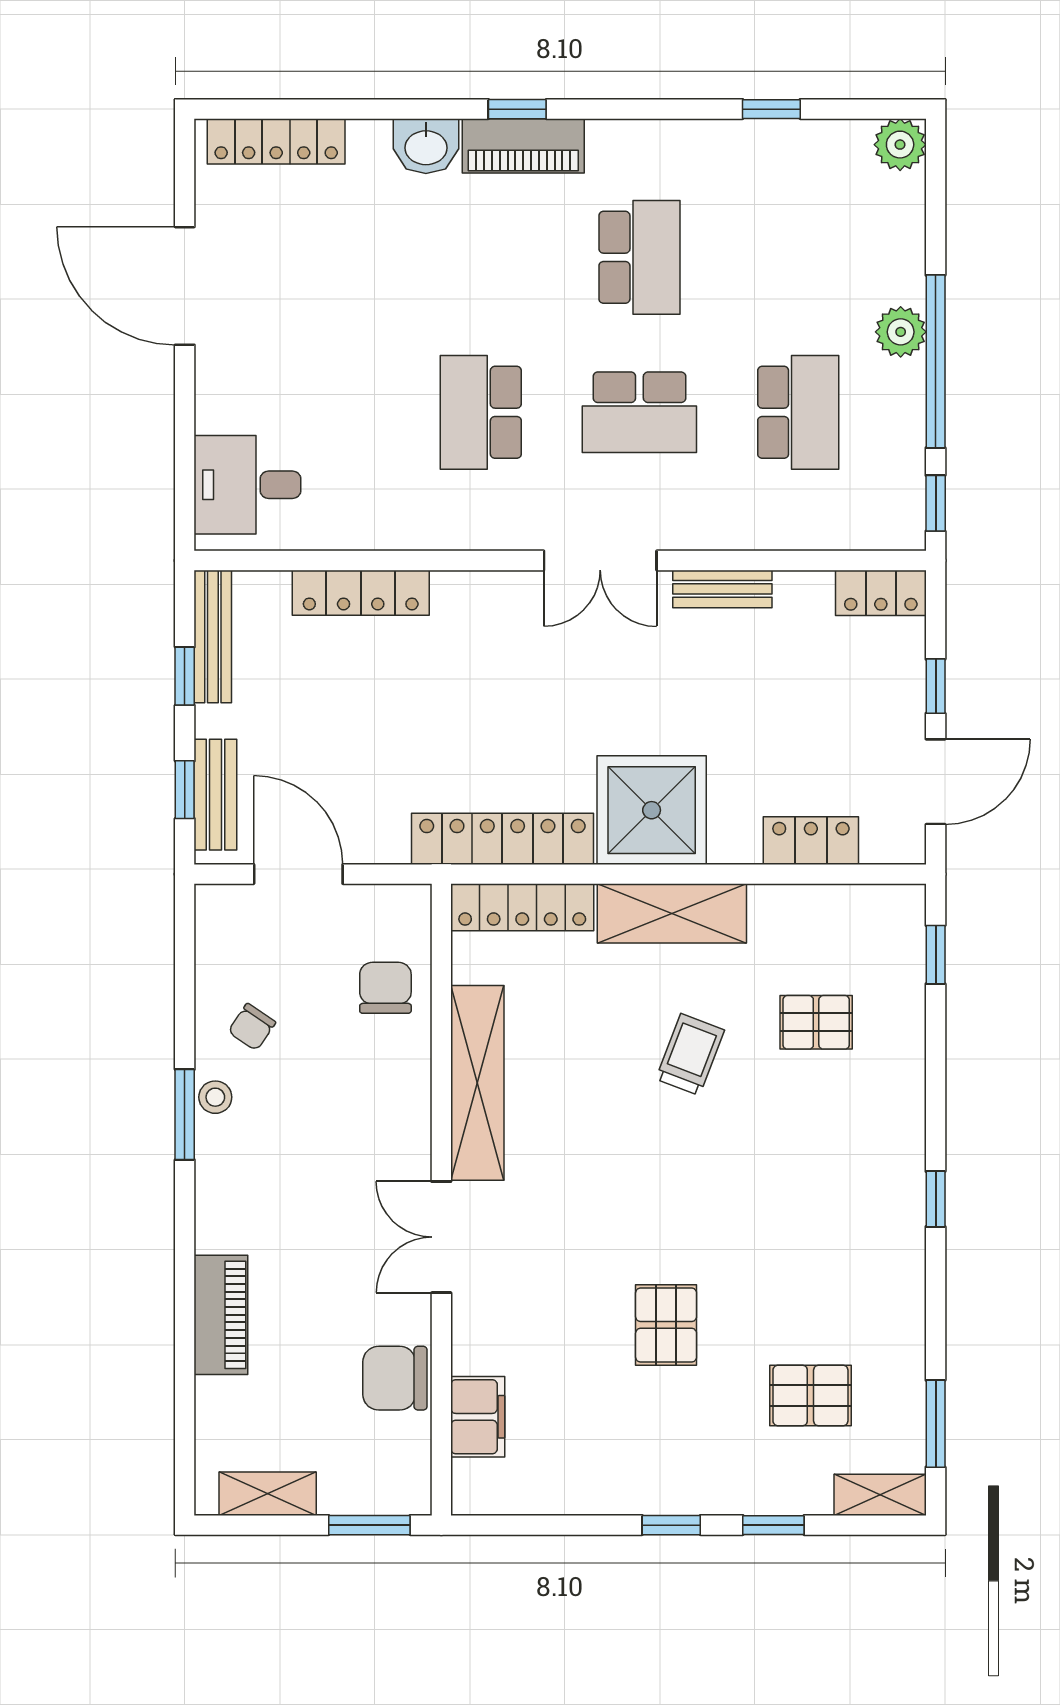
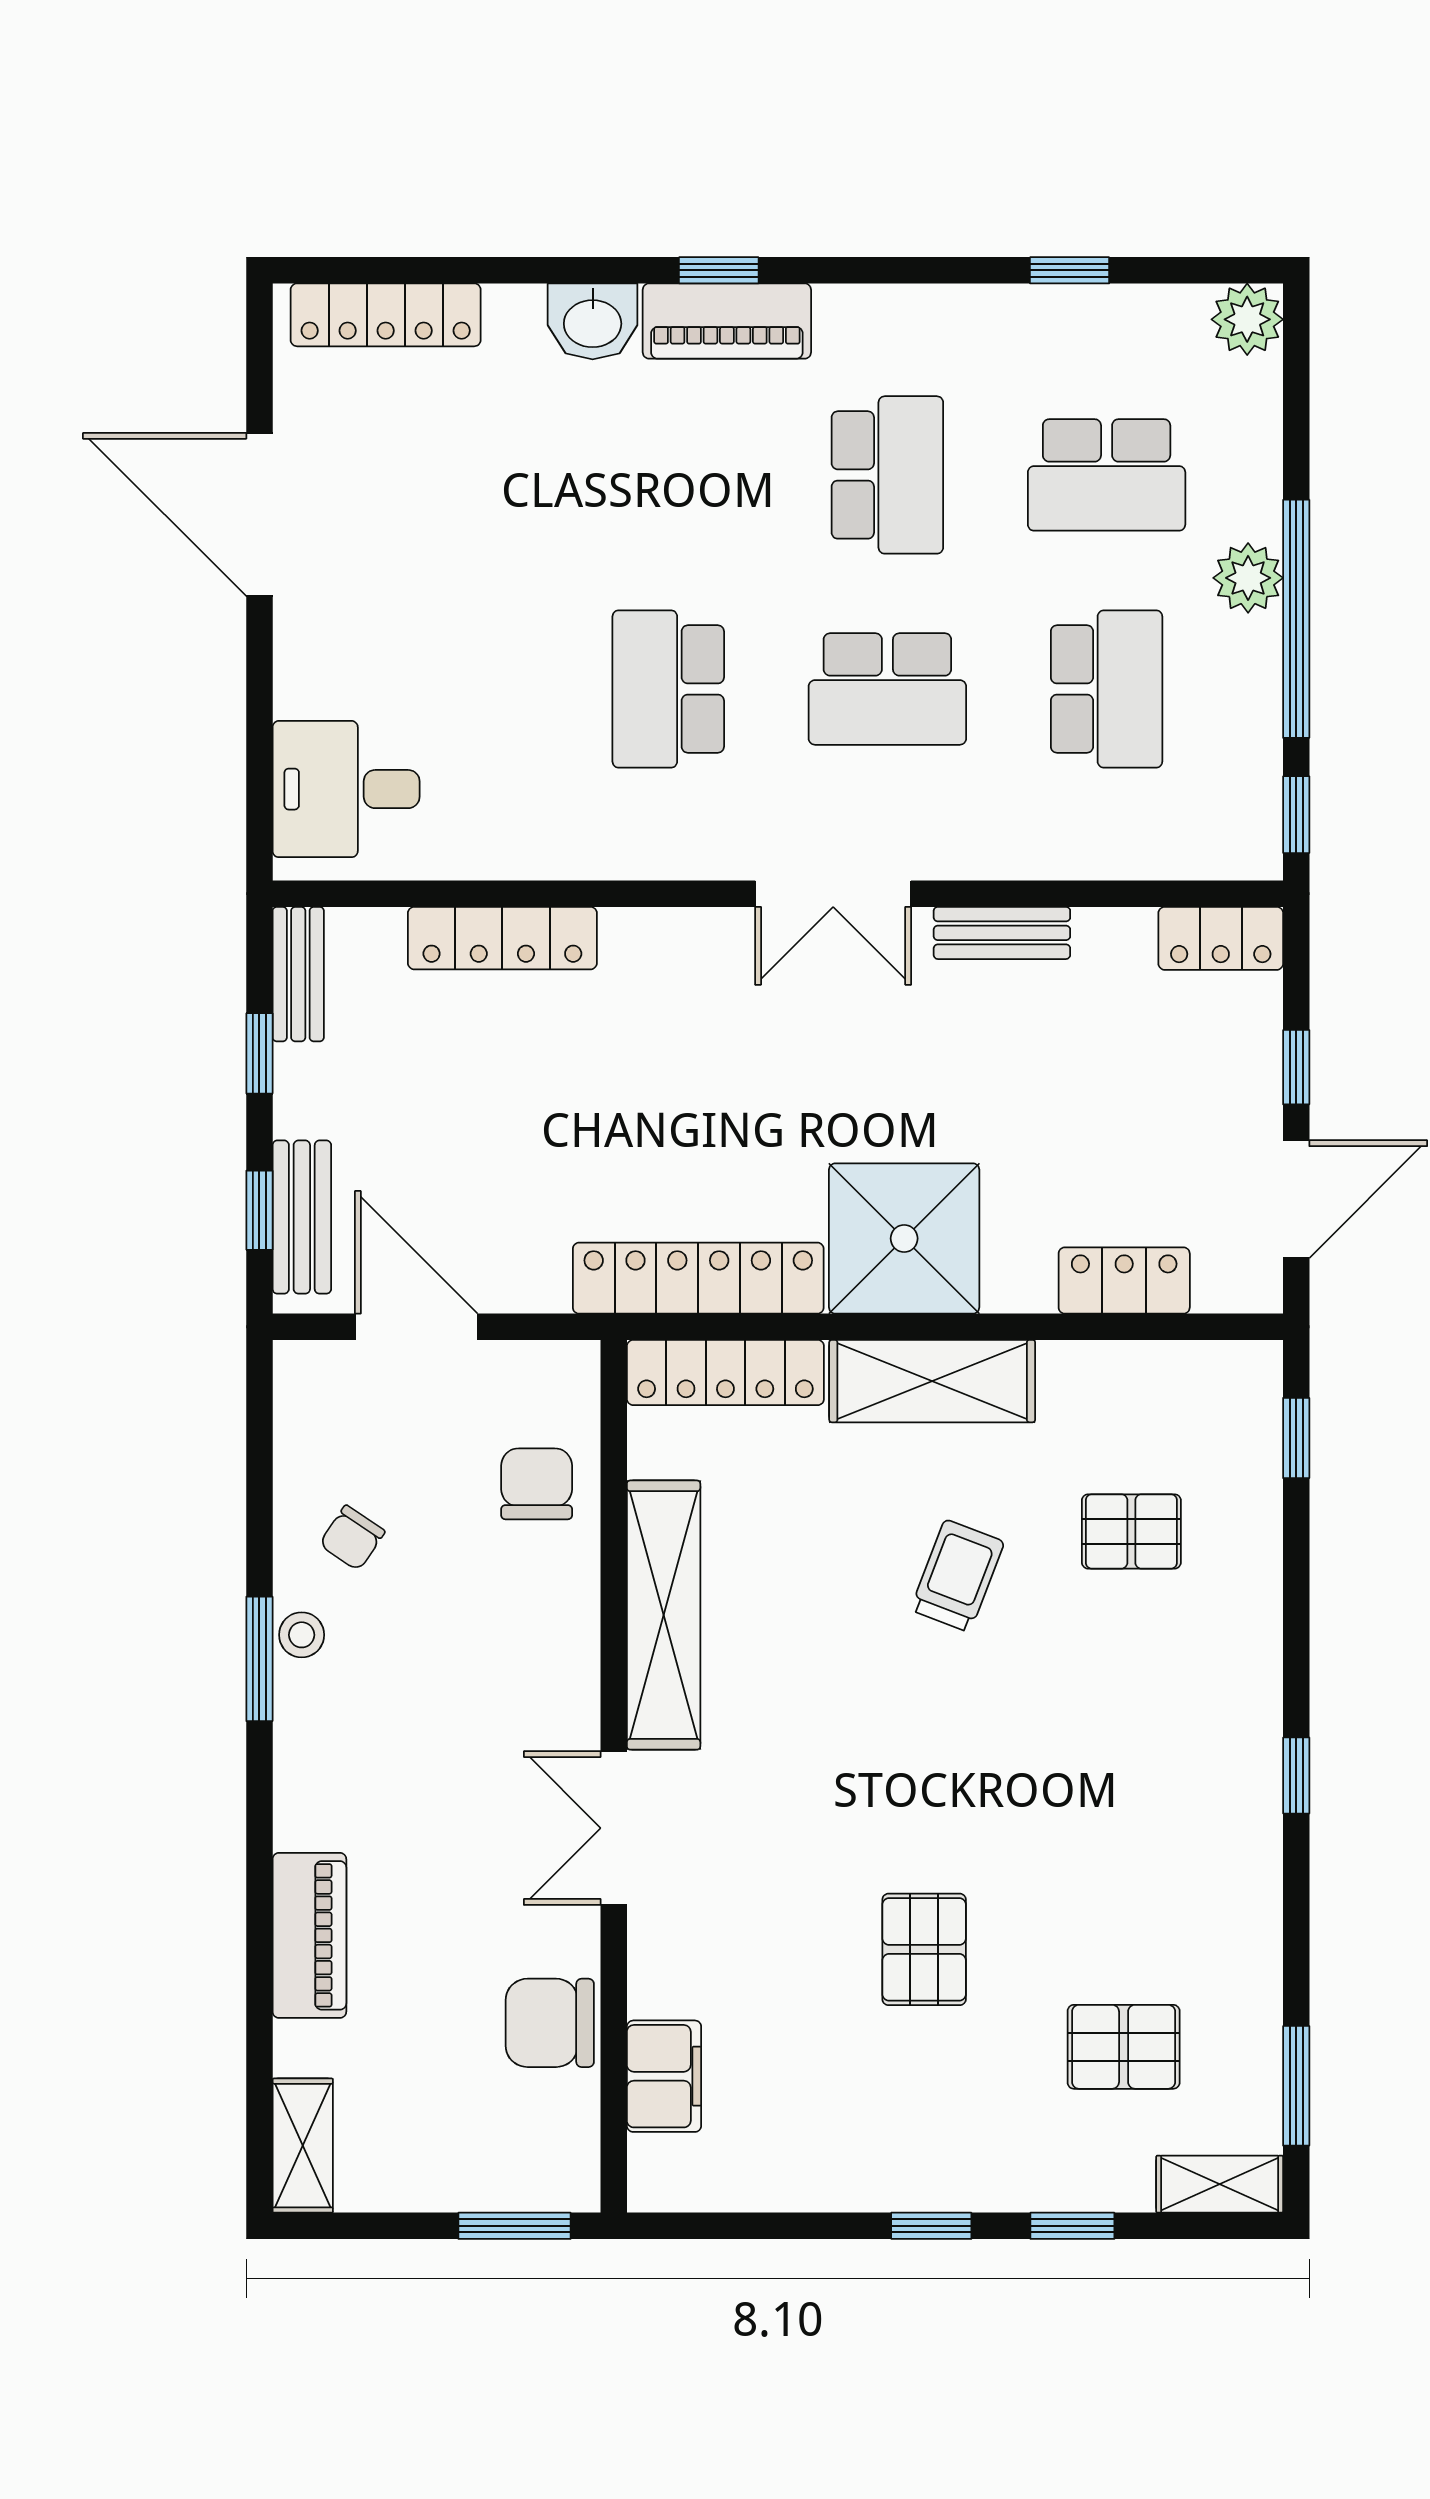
school desk: (798, 257) -> (1107, 475), added
bench: (213, 636) -> (298, 974), width x0.73
shelving: (268, 1494) -> (303, 2146), moved, turned 90

